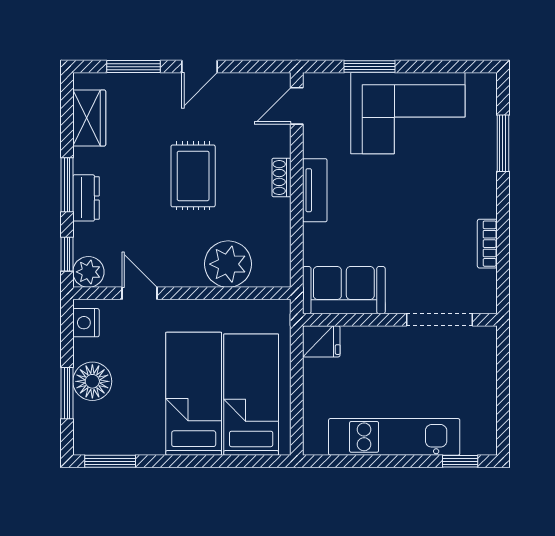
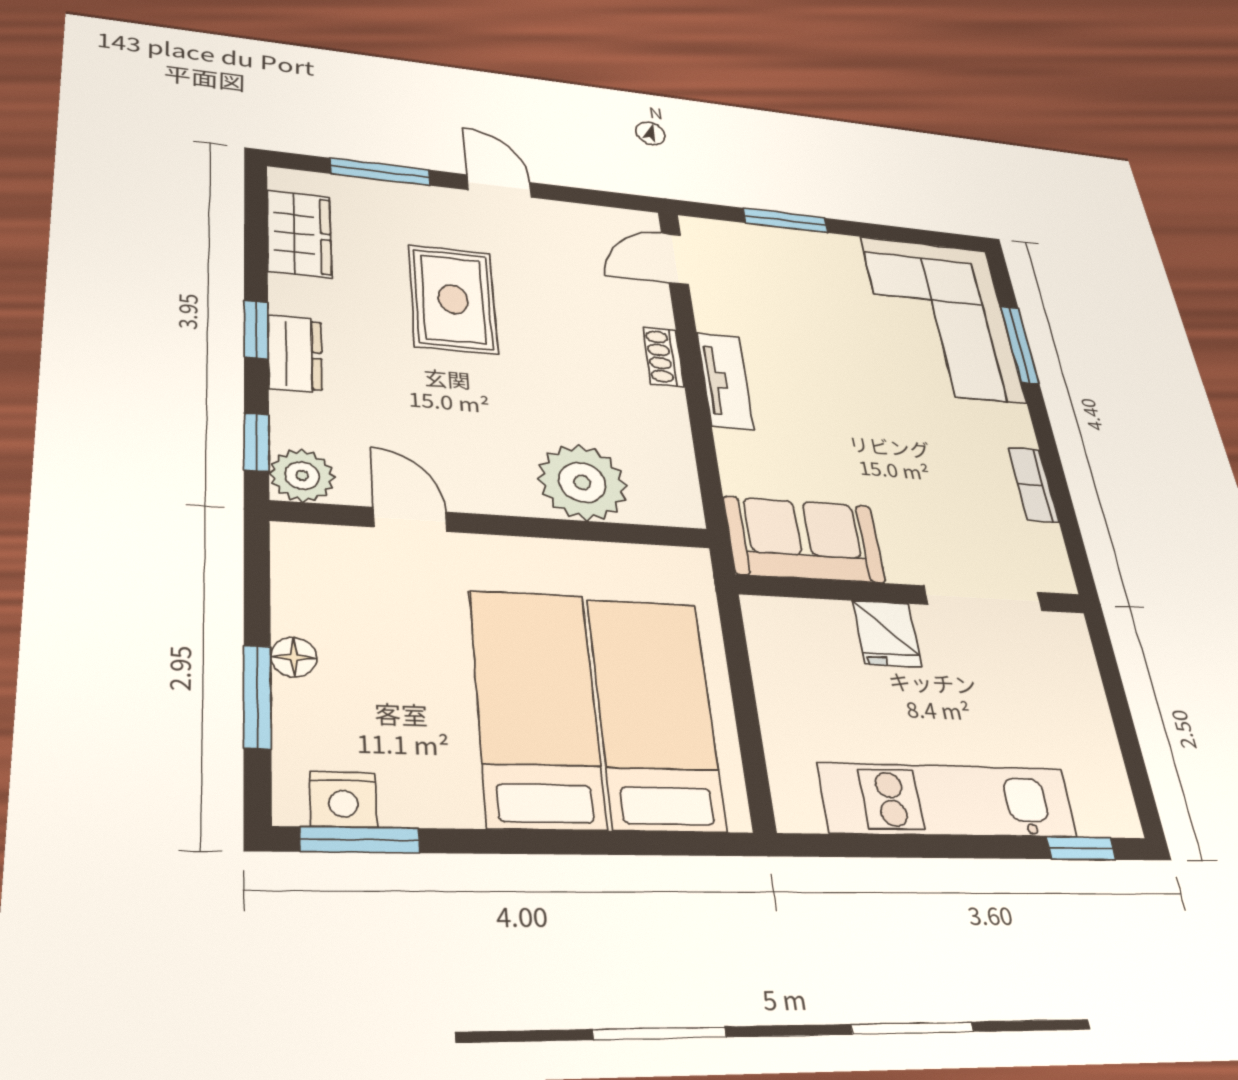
door: (199, 67) -> (499, 186), swing flipped
corner sofa: (408, 113) -> (942, 319), moved, turned 90
rug: (193, 176) -> (453, 299), moved
window: (67, 185) -> (256, 330), width x0.67
nightstand: (86, 323) -> (343, 799), moved, turned -90
fridge: (321, 341) -> (887, 634), moved, turned 90
floor lamp: (92, 381) -> (294, 657), width x0.53, depth x0.53

